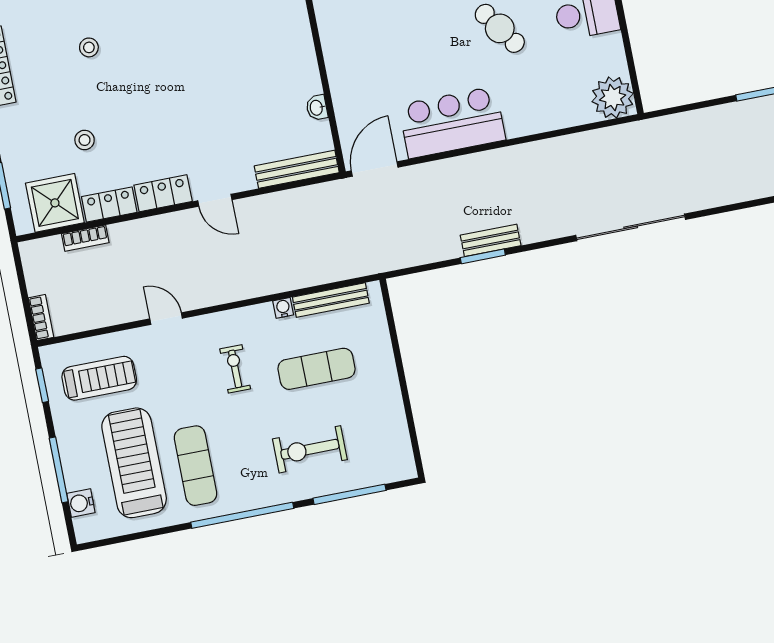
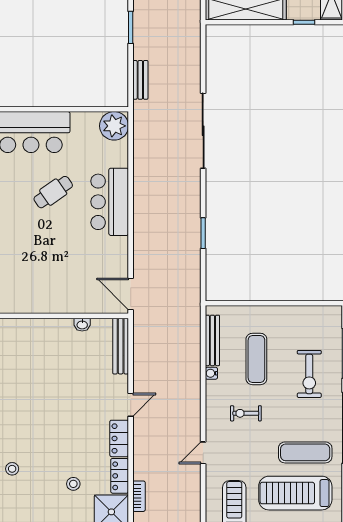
bar counter: (452, 122) -> (110, 202), moved
bench: (491, 240) -> (140, 80), moved

